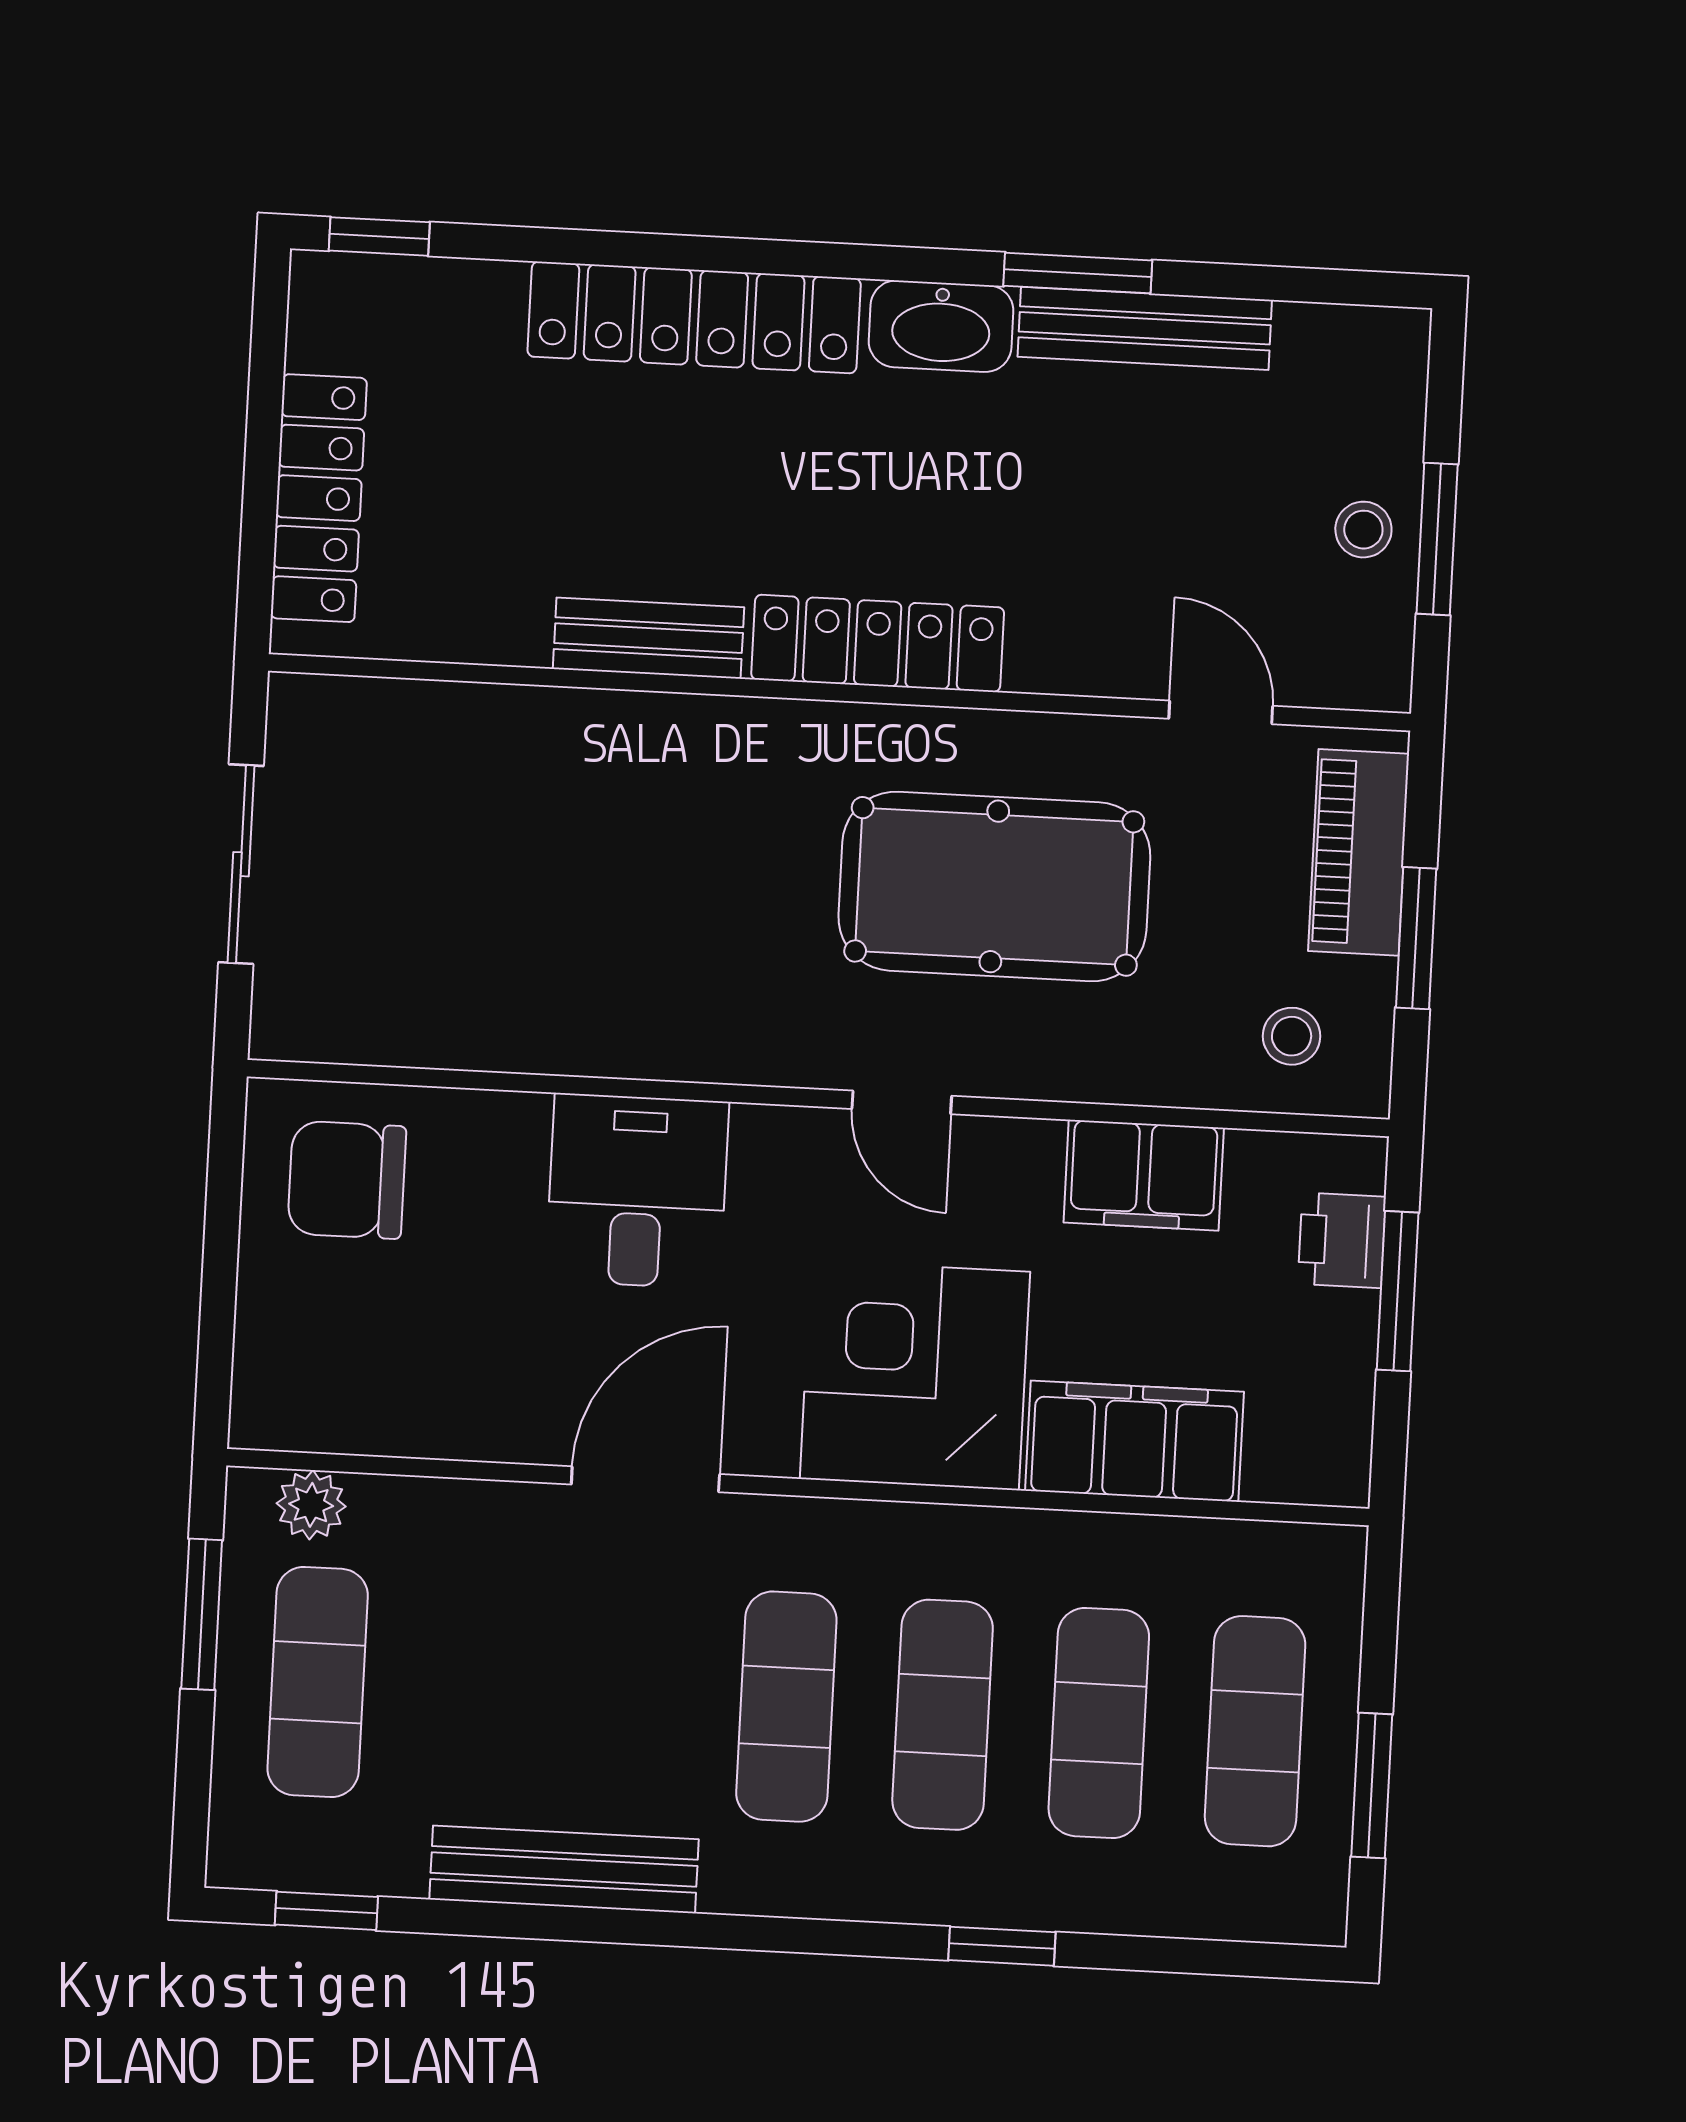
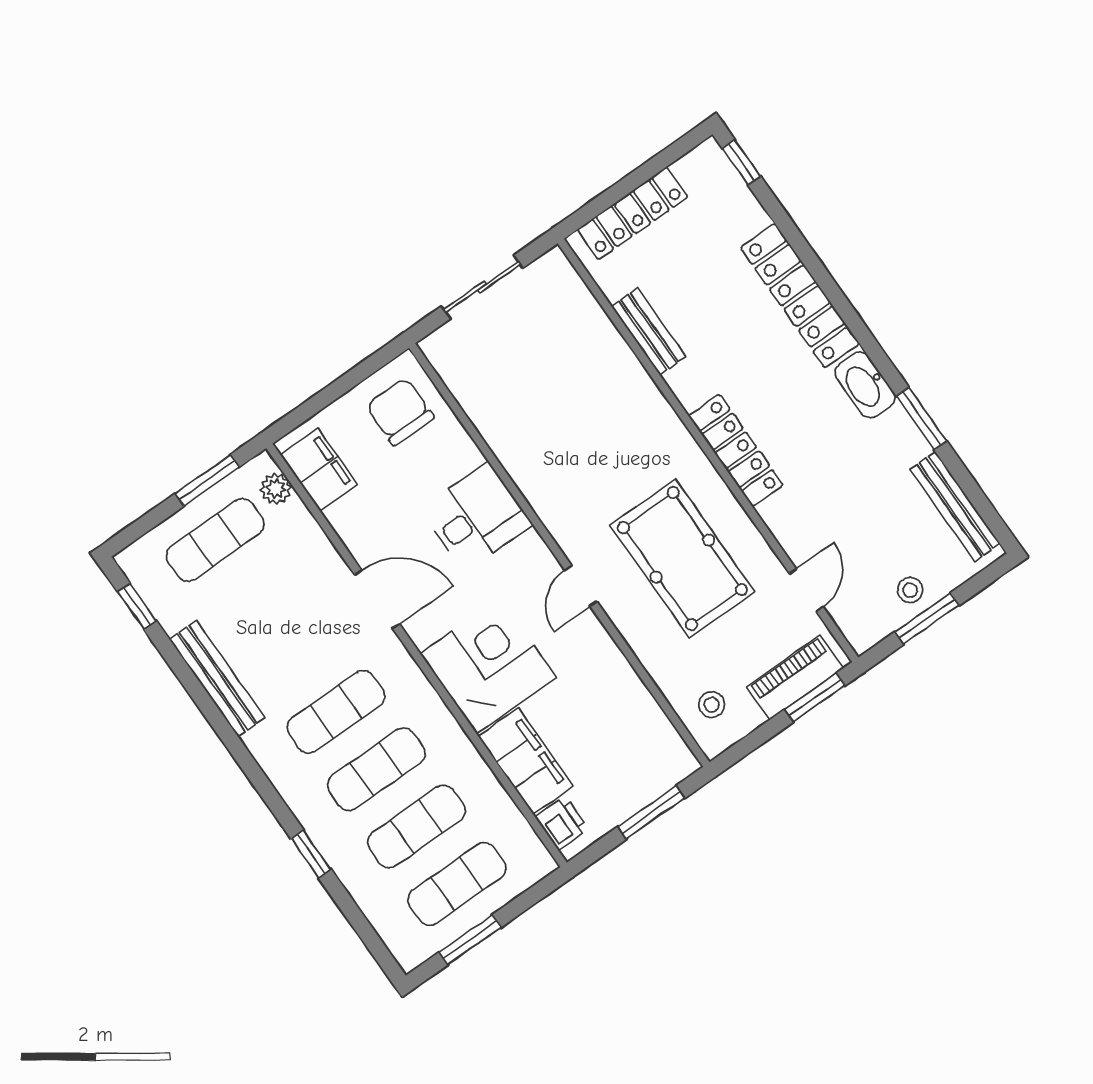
bench: (1145, 328) -> (955, 507), moved
bench: (649, 638) -> (649, 332), moved
window: (1416, 938) -> (815, 697), moved
filing cabinet: (1144, 1175) -> (319, 470), moved, turned 180
printer: (1342, 1240) -> (562, 823), moved, turned 90

